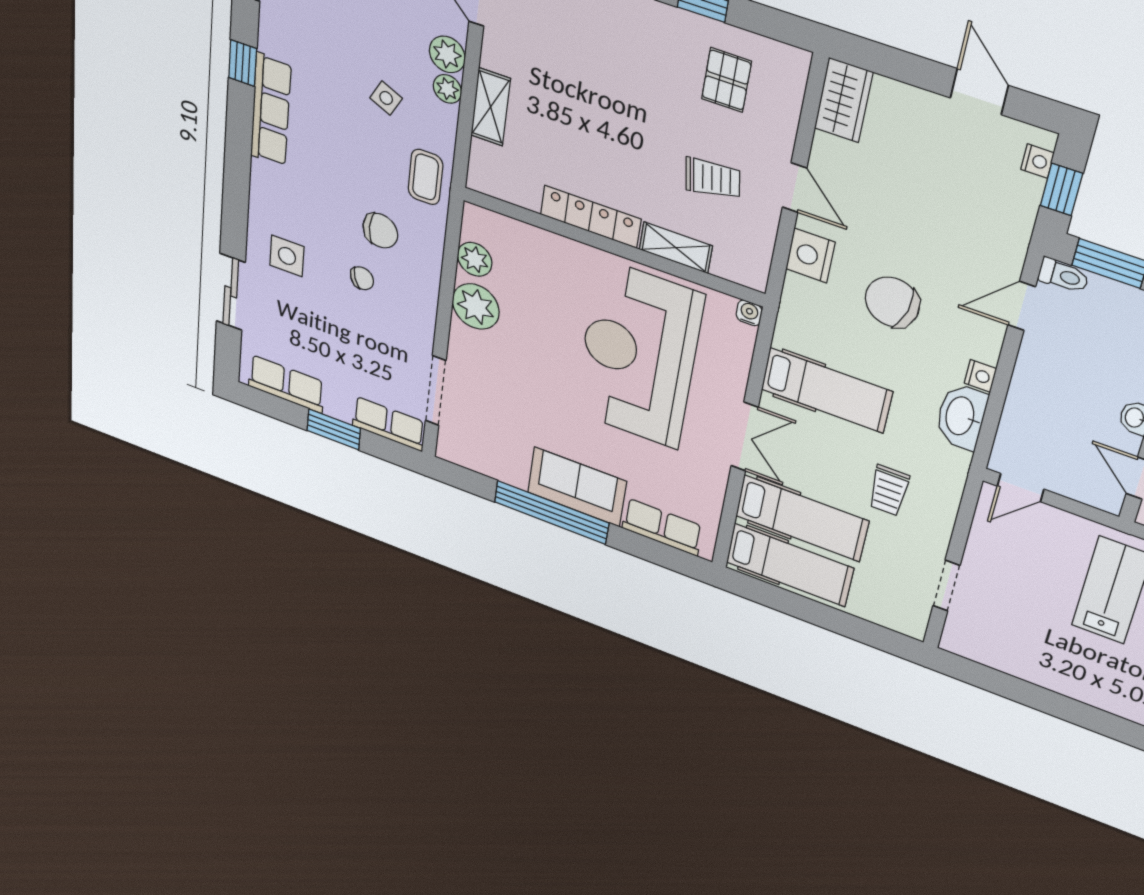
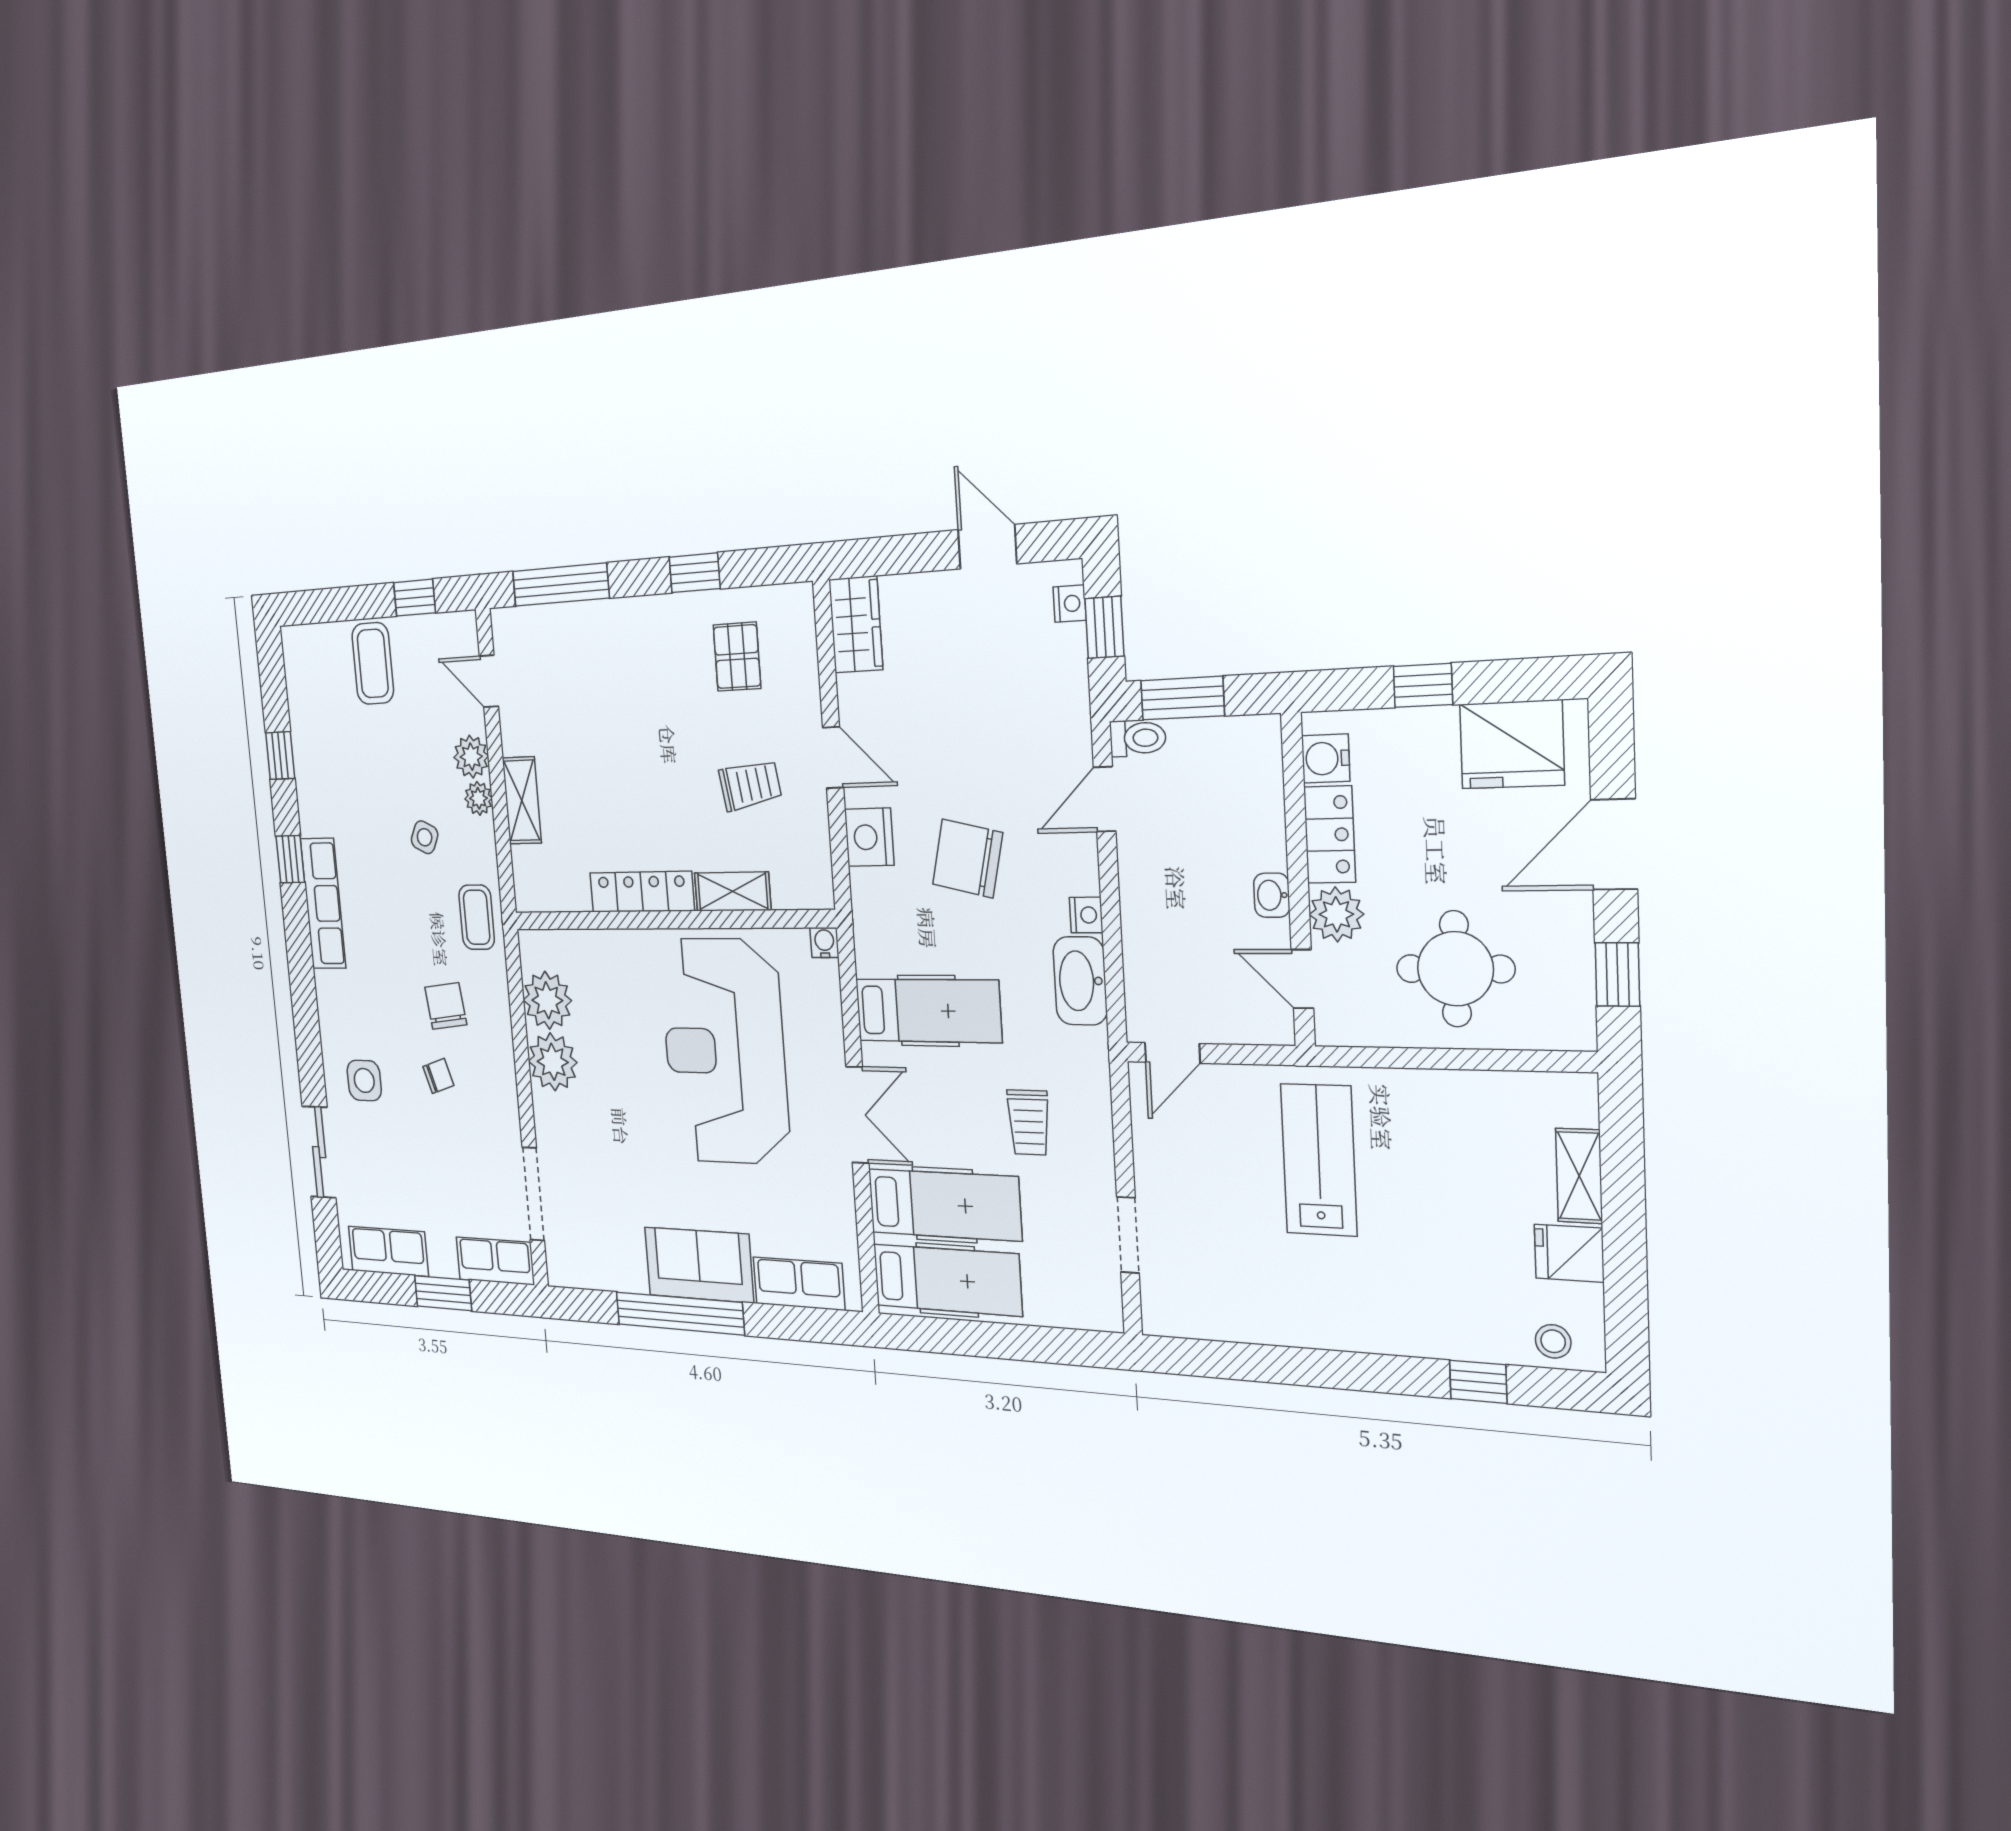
chair: (380, 231) -> (446, 1006), turned -97
plant: (475, 259) -> (547, 1000), width x1.36, depth x1.36

